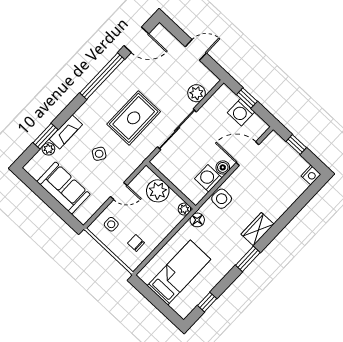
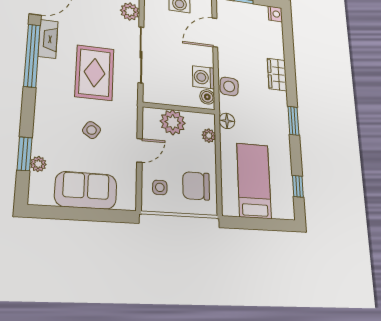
fireplace: (66, 132) -> (48, 39), moved
boiler: (223, 167) -> (207, 97), moved
plant: (184, 209) -> (209, 136), moved
wardrobe: (257, 229) -> (277, 75), moved
chair: (136, 243) -> (196, 186), width x1.87, depth x1.87

